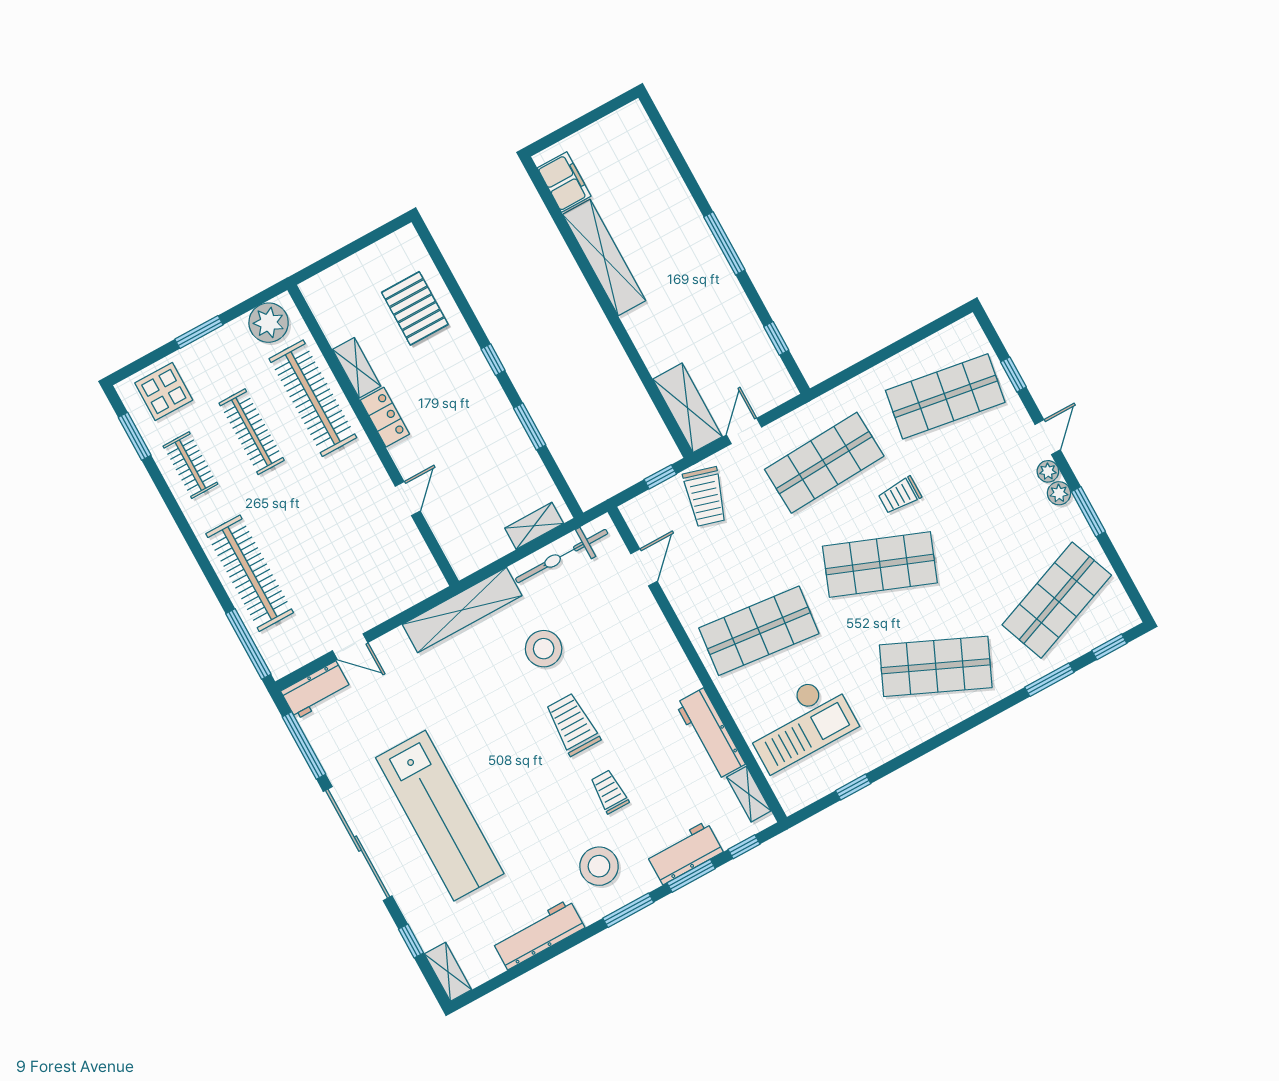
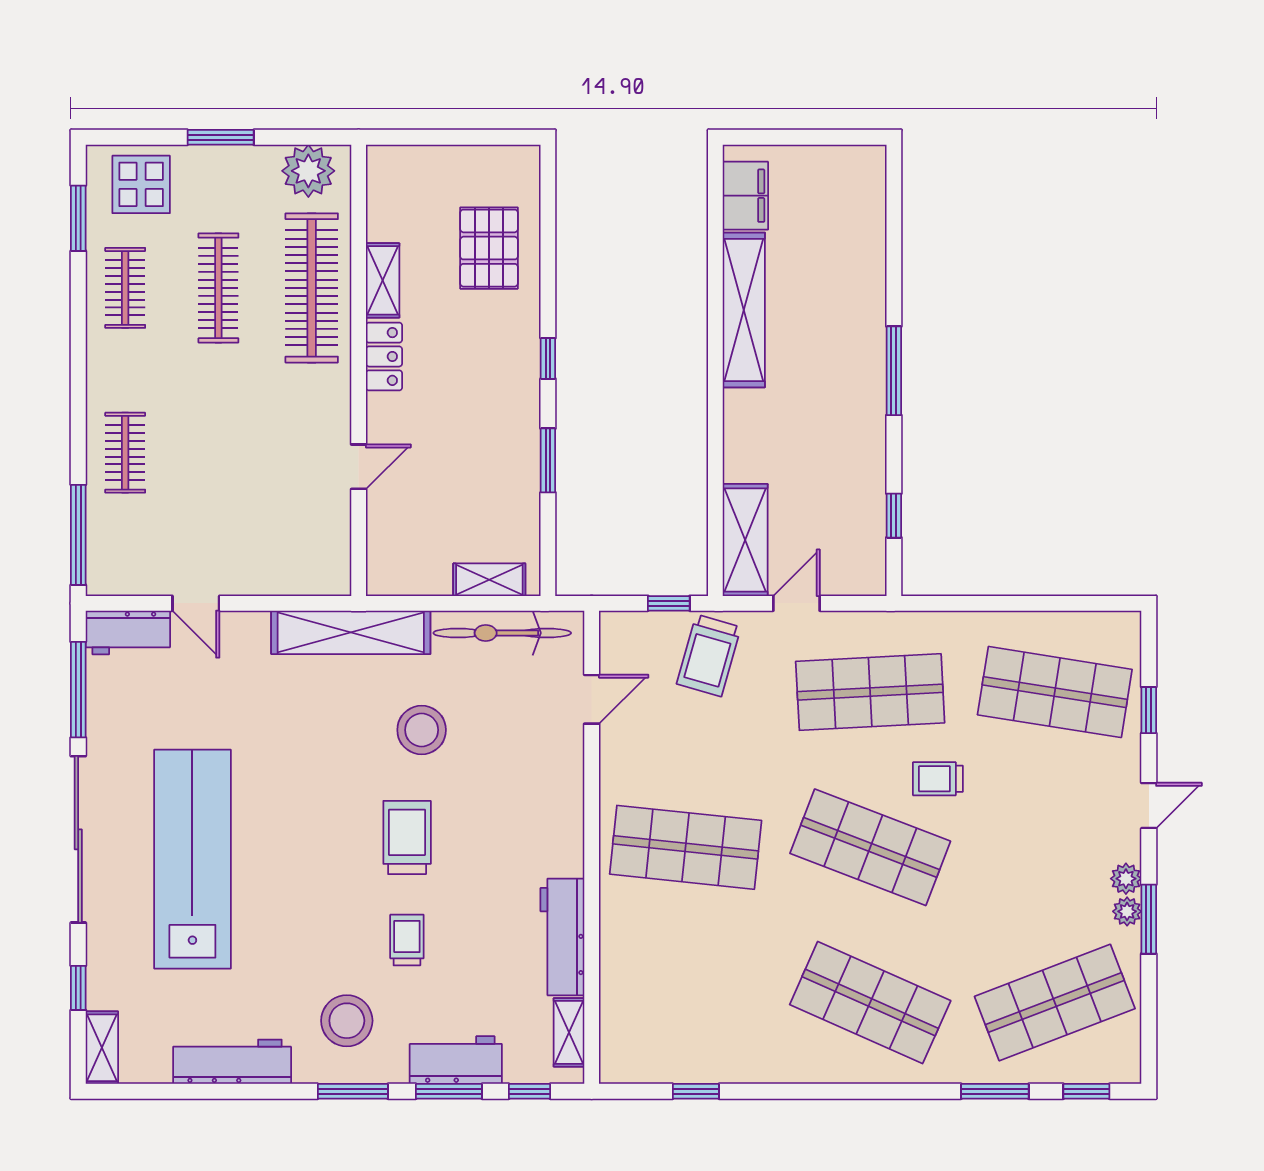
plant: (1048, 471) -> (1127, 911), moved
clothes rail: (250, 573) -> (125, 453), width x0.54, depth x0.76
checkout: (800, 723) -> (674, 982), removed
lab bench: (440, 816) -> (192, 859), turned 180

